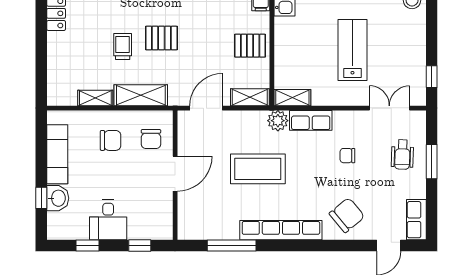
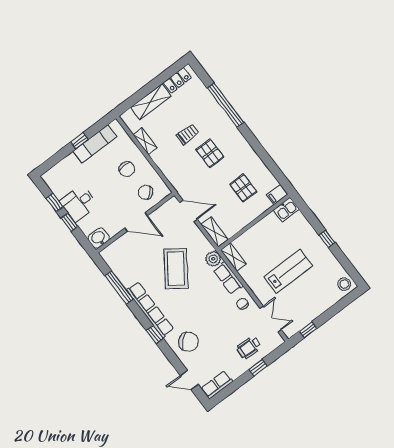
pallet: (250, 46) -> (243, 188), moved
shelving: (141, 95) -> (151, 102), moved, turned 90
chair: (151, 139) -> (146, 192), turned 48
chair: (347, 156) -> (242, 304), moved
window: (432, 162) -> (258, 368), width x0.67
coffee table: (258, 169) -> (176, 269), turned 35
window: (41, 198) -> (79, 141), moved
washbasin: (58, 198) -> (99, 238), moved, turned 180
window: (140, 246) -> (70, 222), moved
window: (311, 246) -> (155, 334), added

